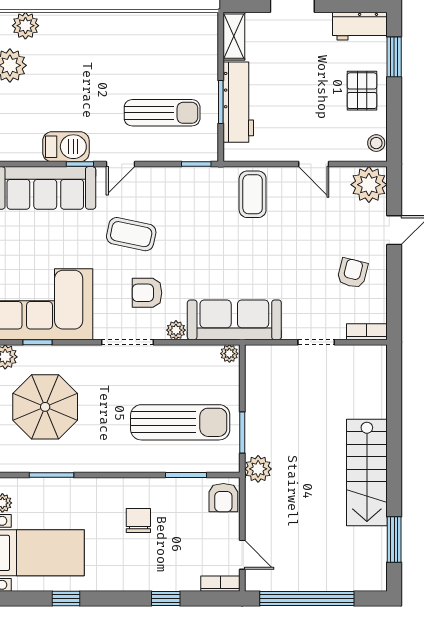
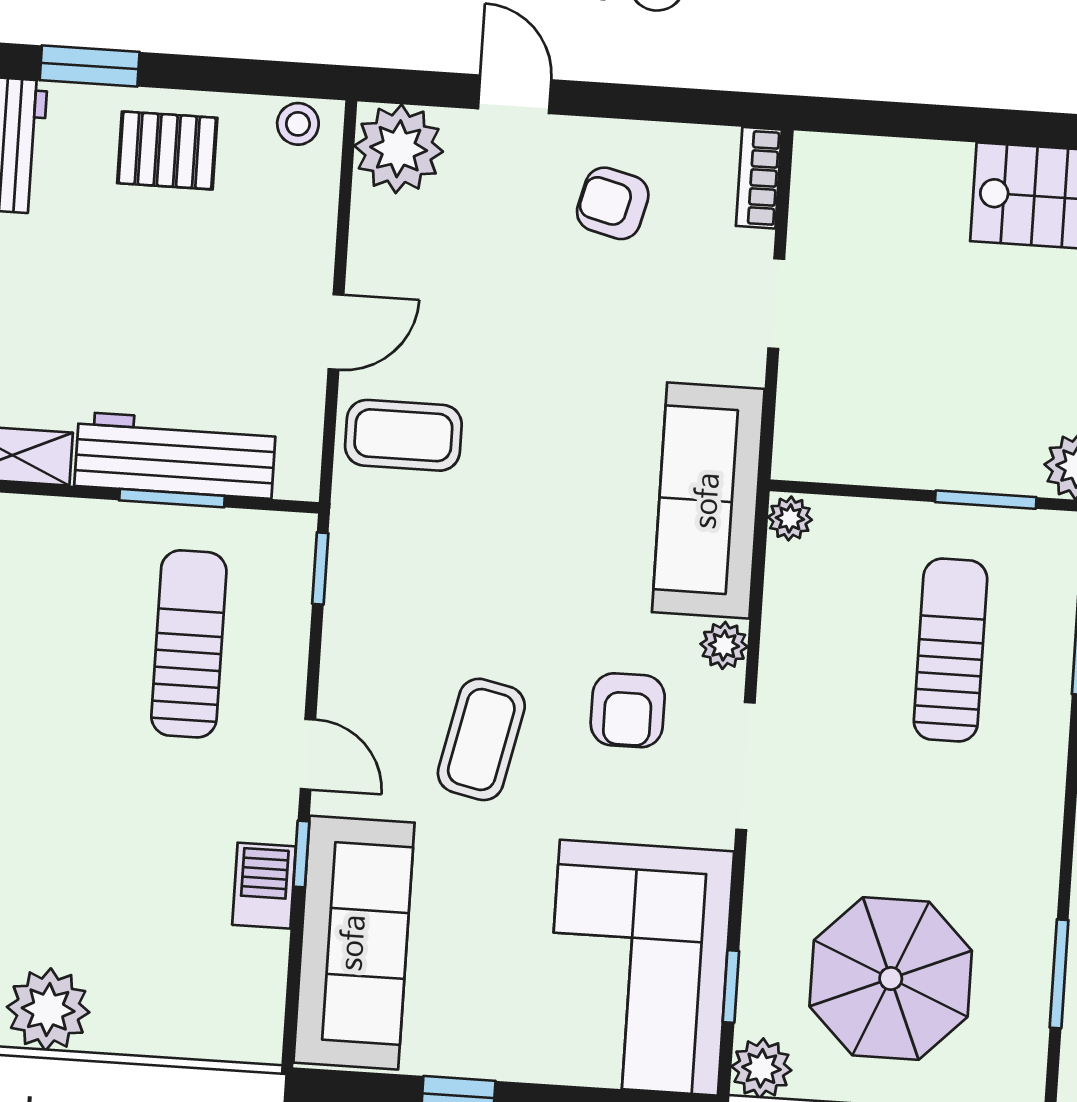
barbecue: (66, 147) -> (264, 886), width x0.73, depth x0.79
door: (314, 164) -> (336, 332), moved
sun lounger: (180, 422) -> (951, 650), width x0.73, depth x0.75

